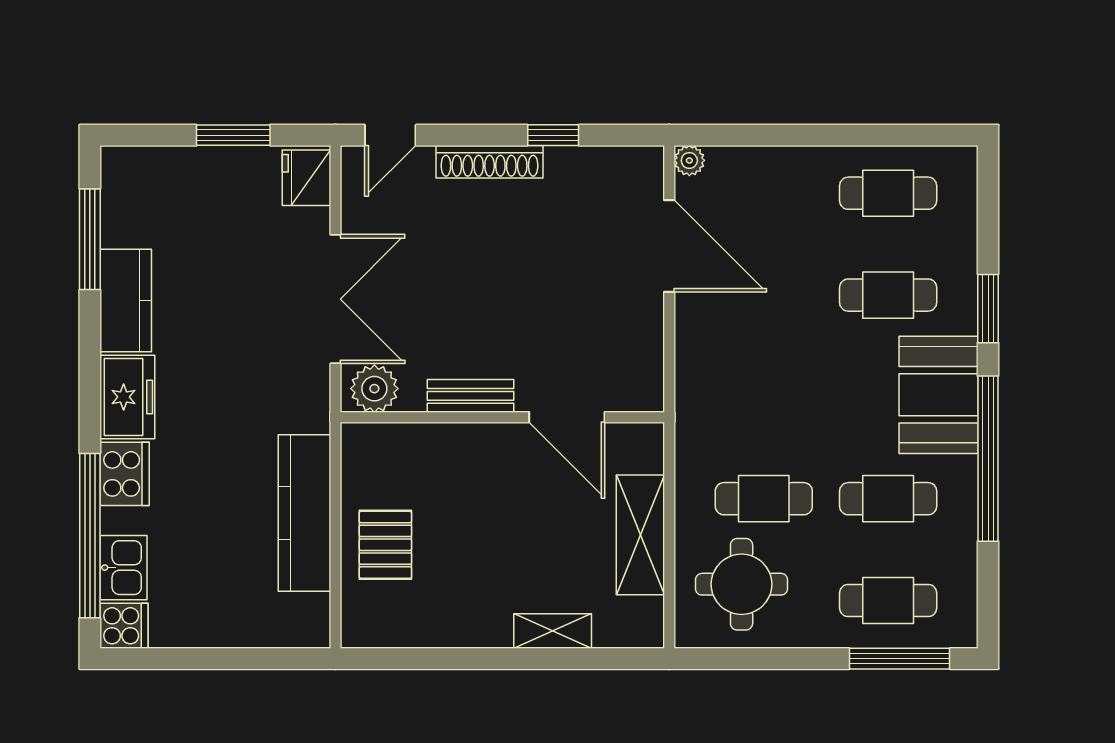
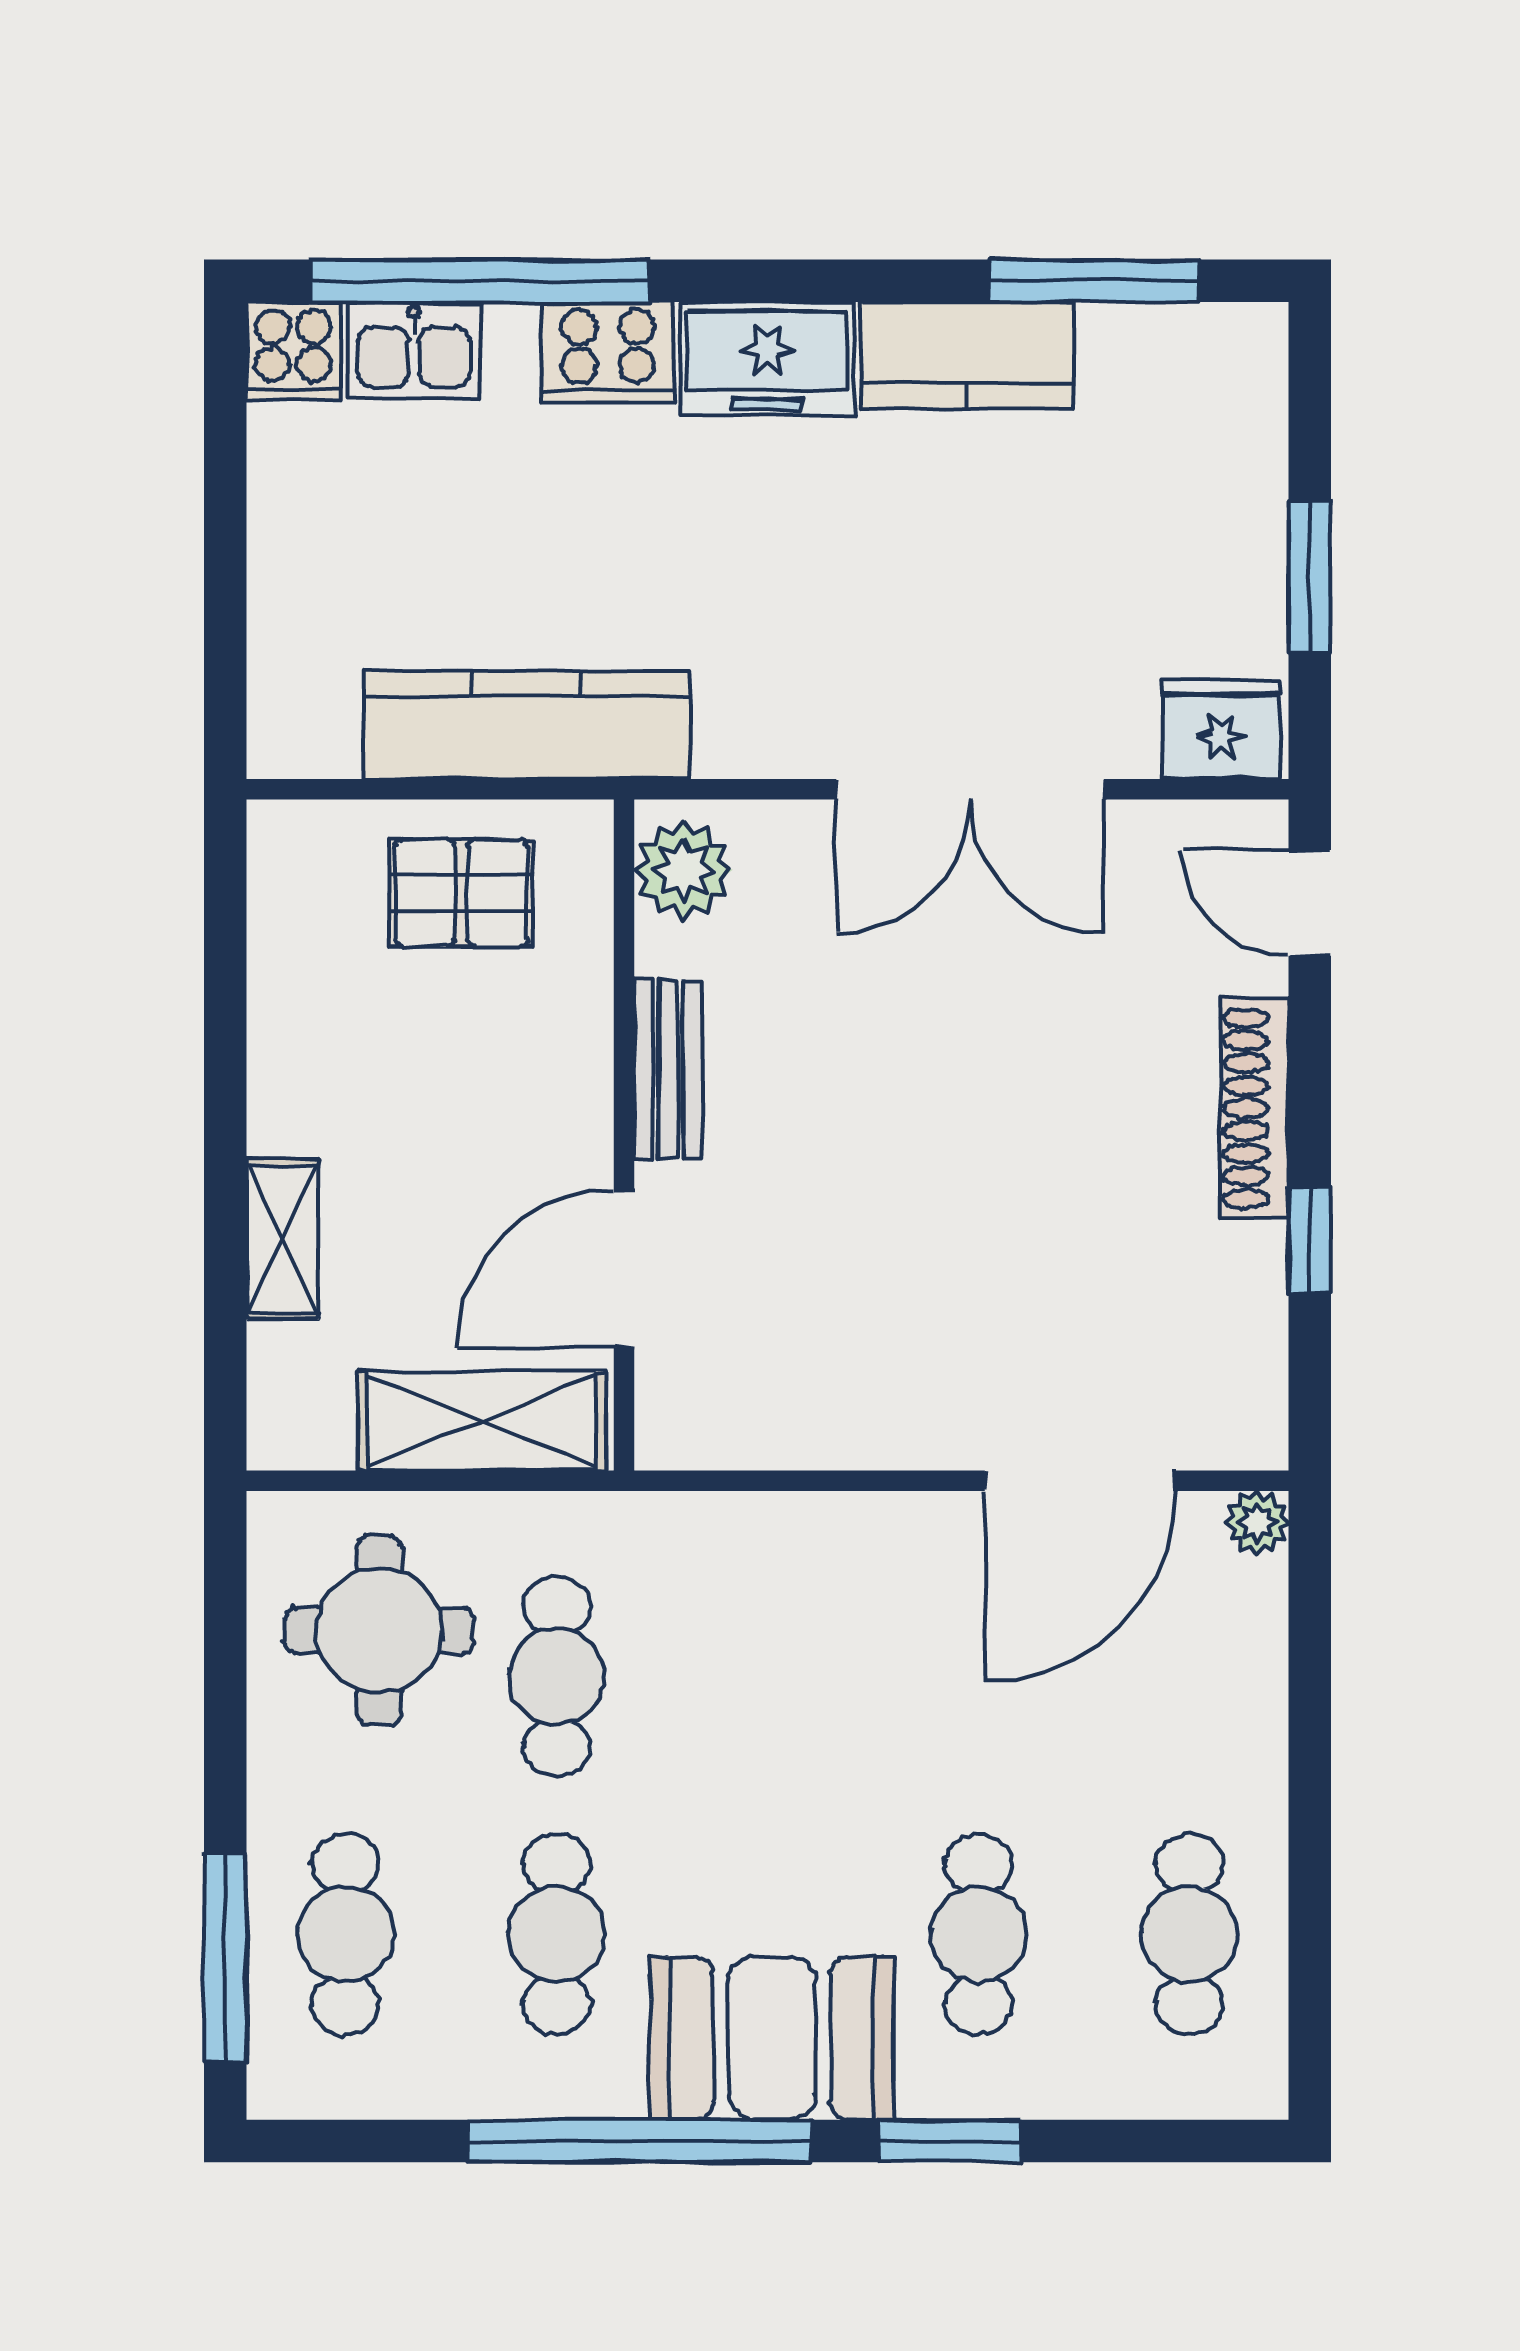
plant: (374, 389) -> (683, 870), moved
bench: (471, 396) -> (668, 1069), moved
wall: (502, 417) -> (624, 1135), moved
door: (567, 417) -> (624, 1269), moved

